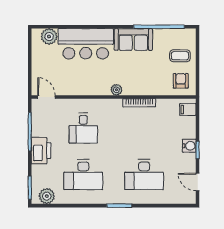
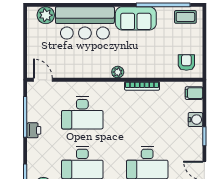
coffee table: (180, 56) -> (185, 17), moved
desk: (83, 128) -> (82, 113), width x1.37
water cooler: (189, 146) -> (195, 120), moved
printer: (41, 151) -> (34, 130), width x0.53, depth x0.68

